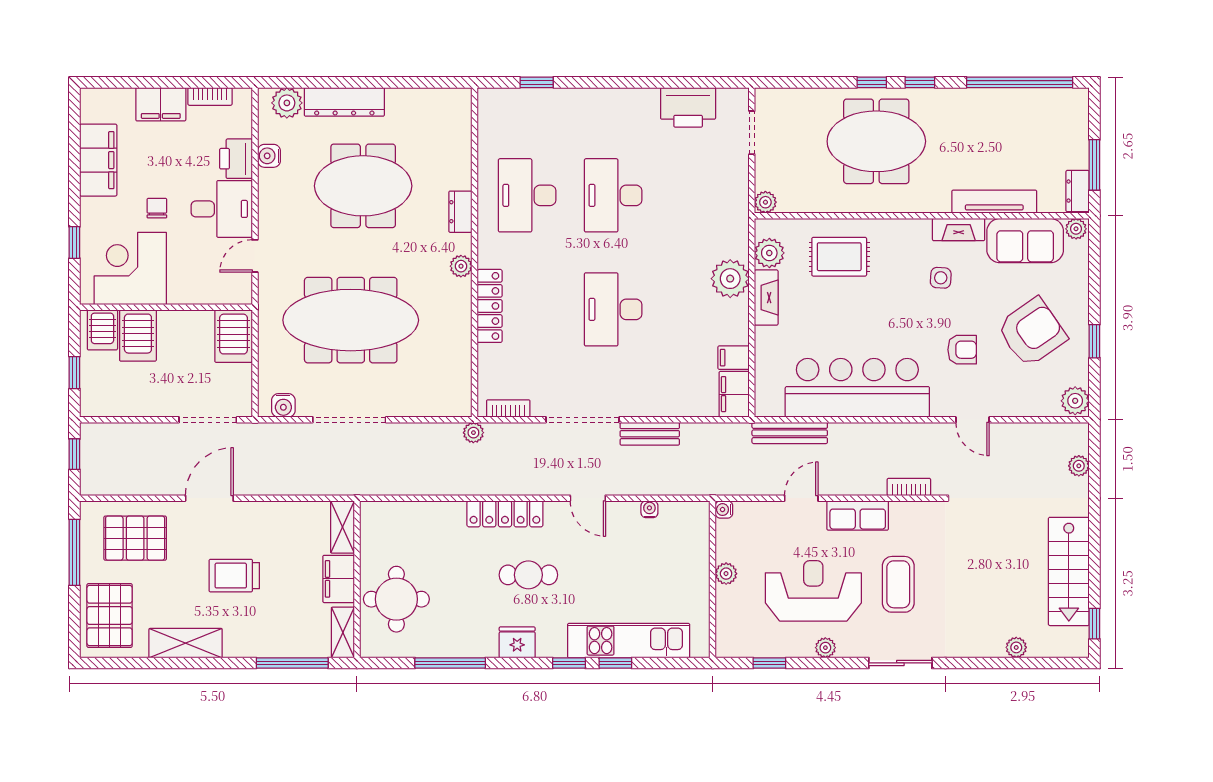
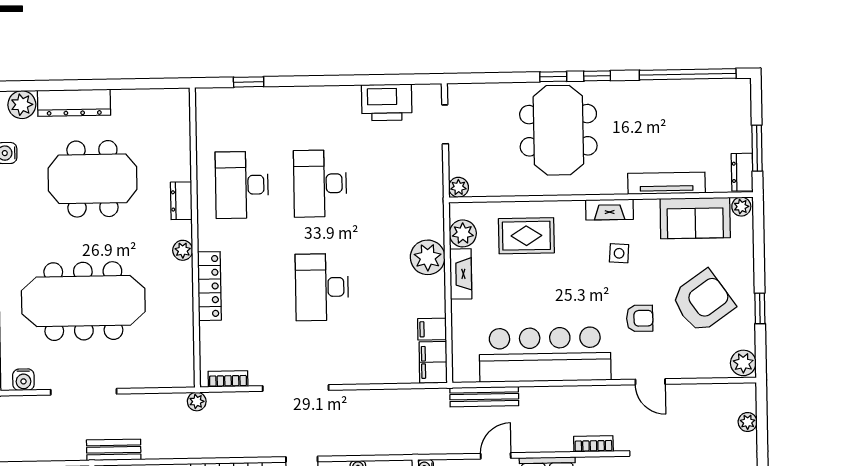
meeting table: (876, 141) -> (558, 130), turned 90
fireplace: (959, 230) -> (610, 210), moved
bench: (650, 434) -> (114, 450), moved

